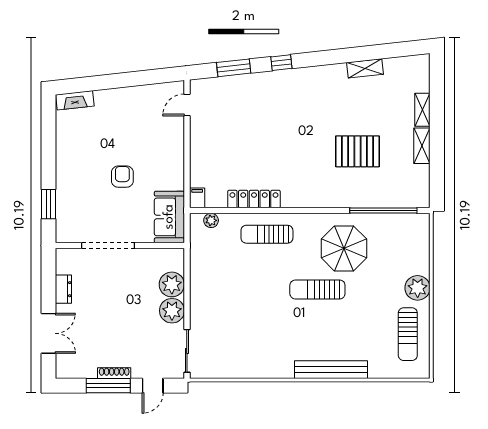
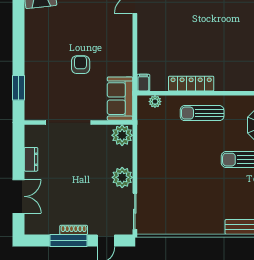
plant: (172, 284) -> (122, 135), moved

